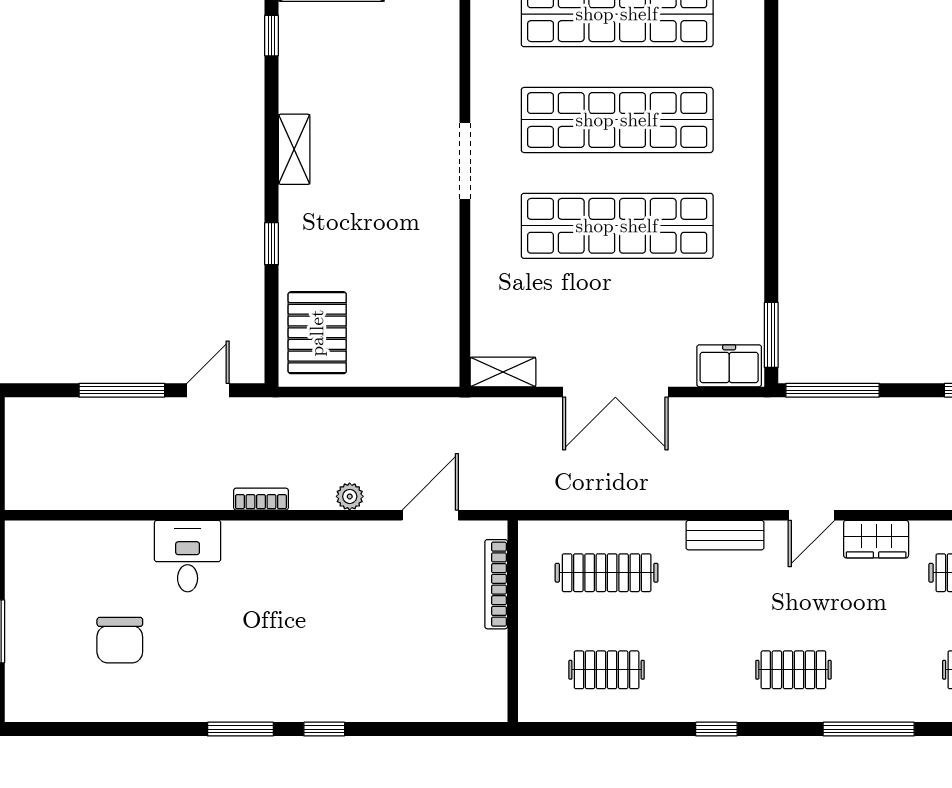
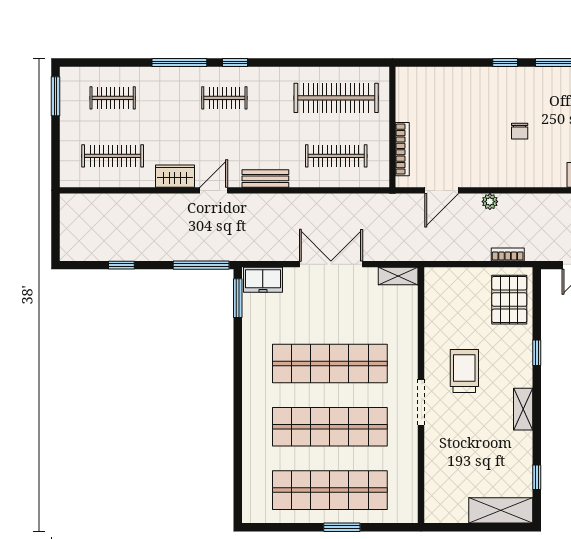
trolley: (392, 213) -> (464, 371), added
bookcase: (261, 499) -> (508, 254), moved, turned 180
chair: (300, 614) -> (520, 131), added
clothes rail: (607, 670) -> (336, 98), width x1.86, depth x1.31
window: (716, 729) -> (235, 62), moved

